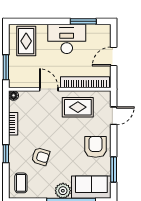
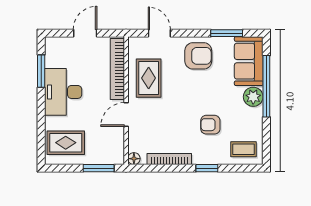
door: (114, 57) -> (85, 33), swing flipped
bookcase: (13, 124) -> (169, 159), width x1.56
armchair: (96, 147) -> (198, 56), turned 180
armchair: (41, 157) -> (210, 125), turned -107

